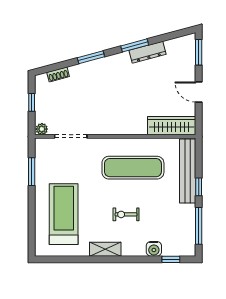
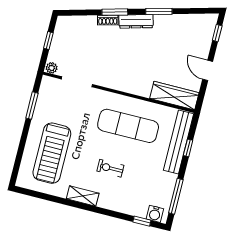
dresser: (147, 52) -> (136, 21), moved
window: (199, 52) -> (217, 33), width x0.67
shoe rack: (58, 74) -> (108, 20), moved
window: (199, 187) -> (188, 148), moved
treadmill: (64, 214) -> (52, 153), turned 180
water cooler: (154, 249) -> (155, 214), moved

